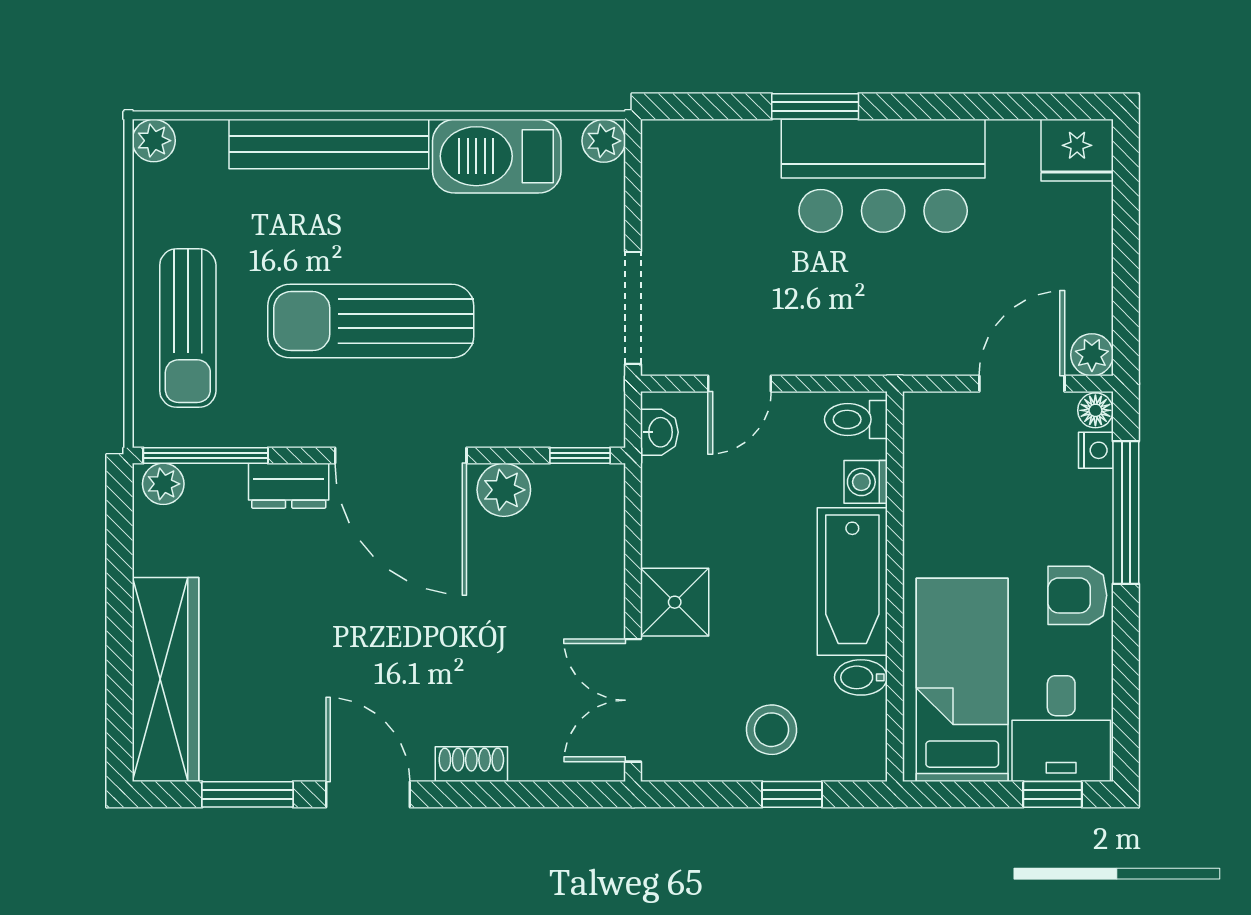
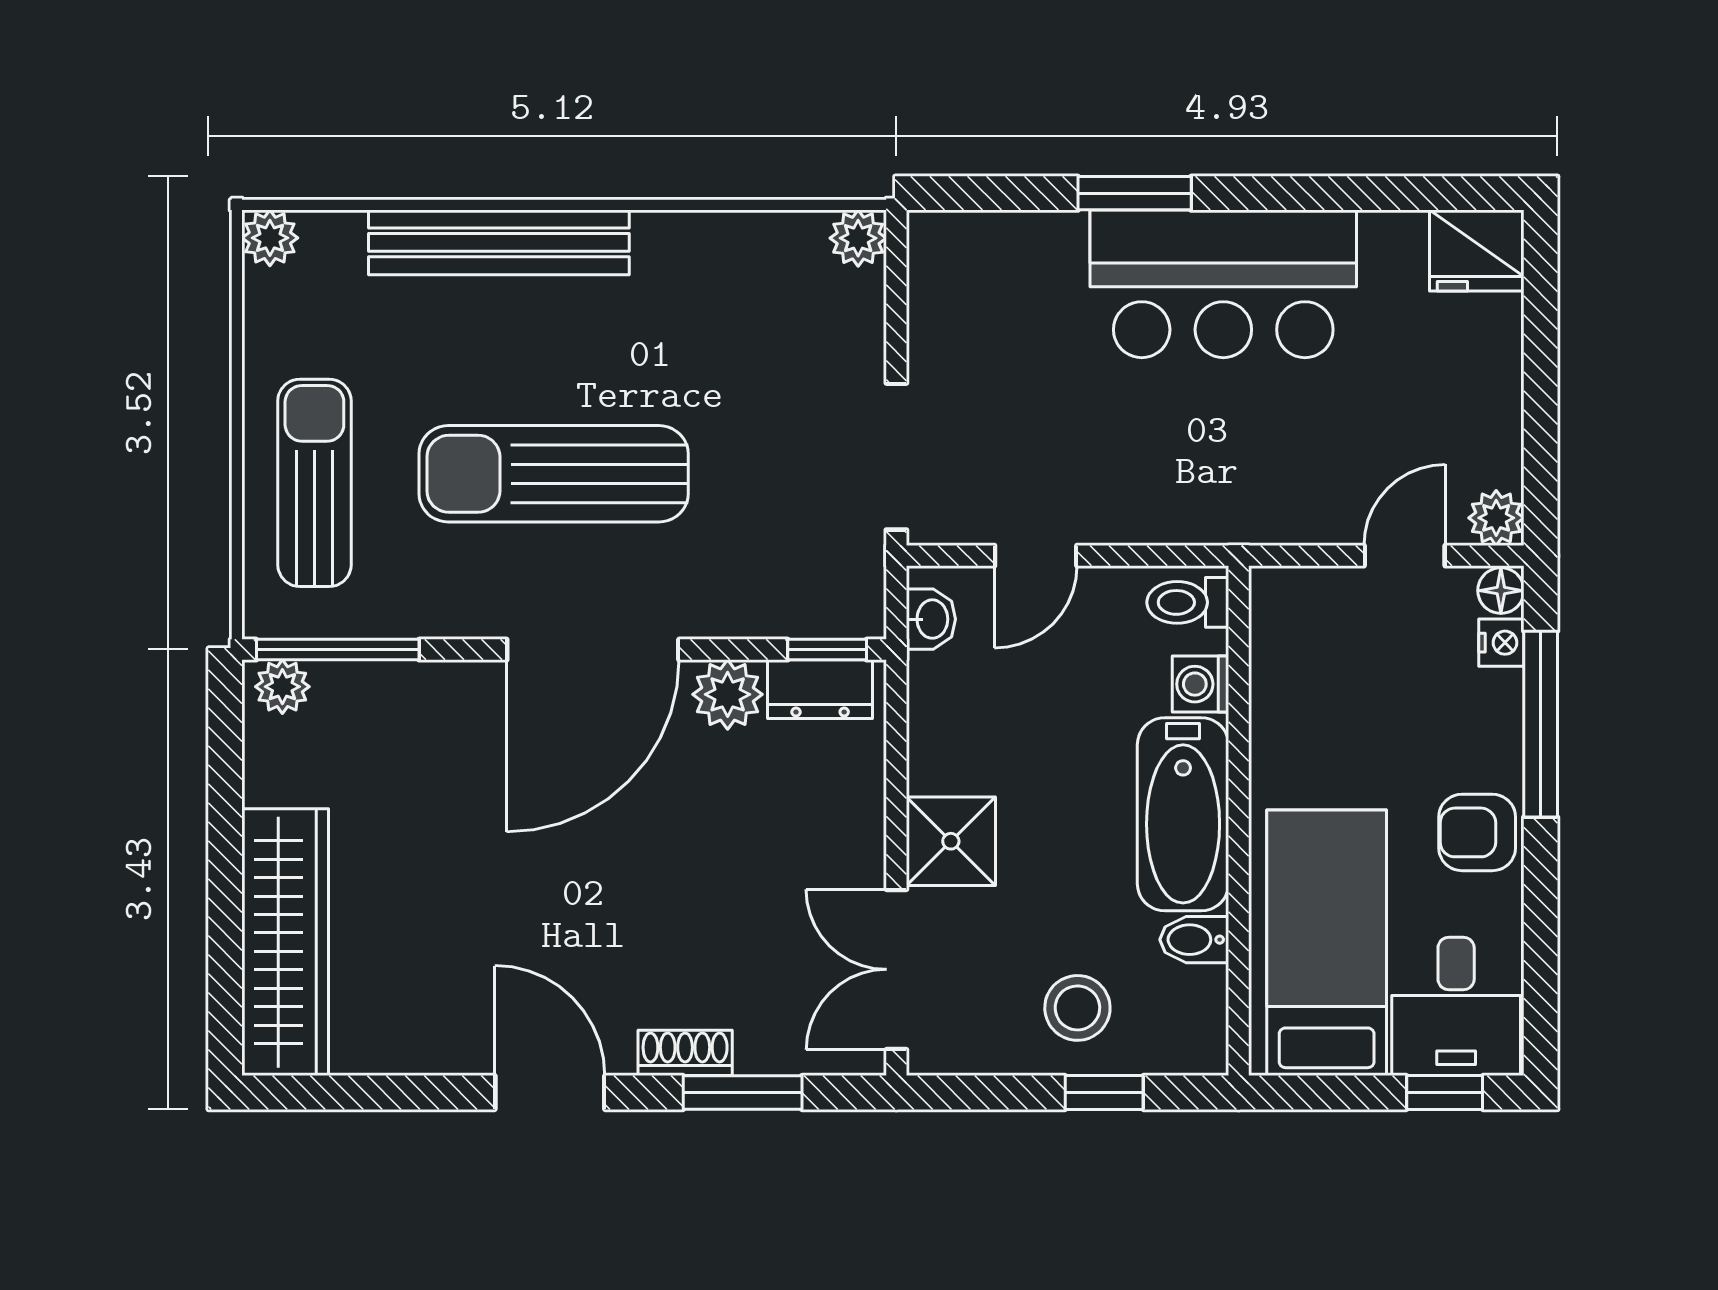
barbecue: (497, 156) -> (718, 258), removed
sun lounger: (188, 328) -> (314, 483), turned 180
door: (1022, 384) -> (1405, 556), width x0.73
door: (401, 456) -> (593, 650), hinge flipped
dresser: (289, 486) -> (820, 689), moved
window: (248, 794) -> (743, 1093), moved

